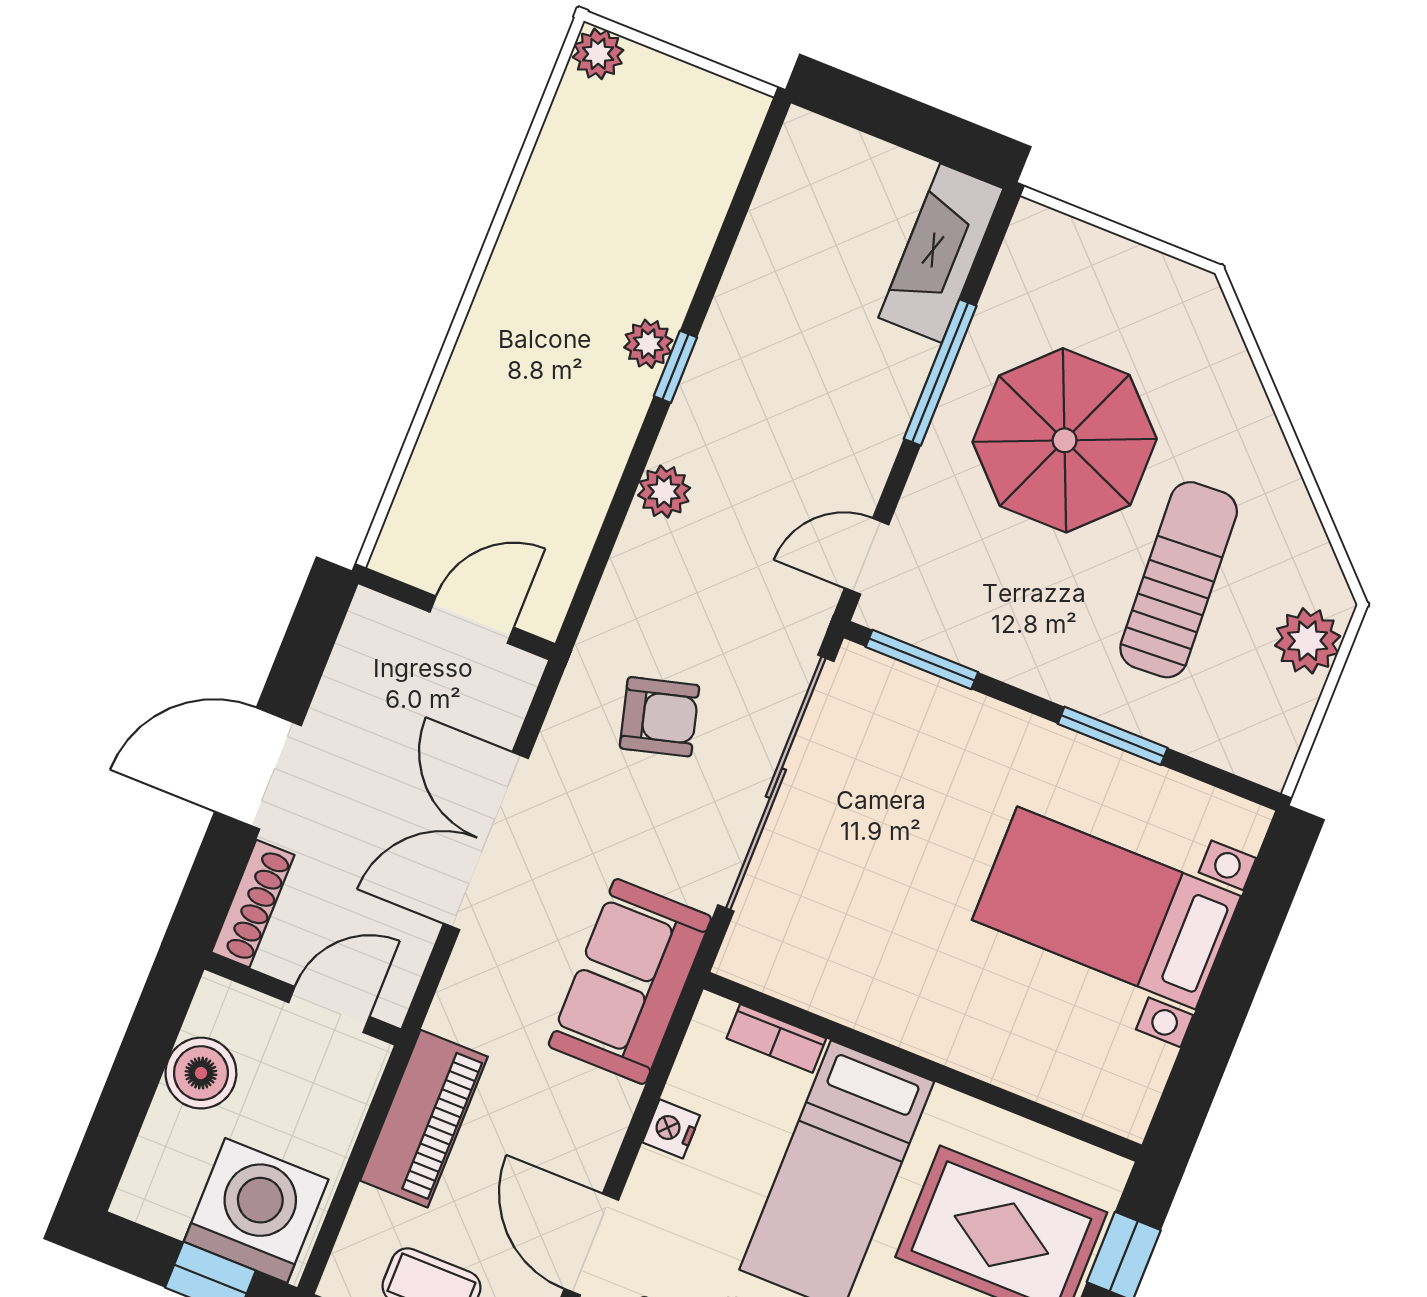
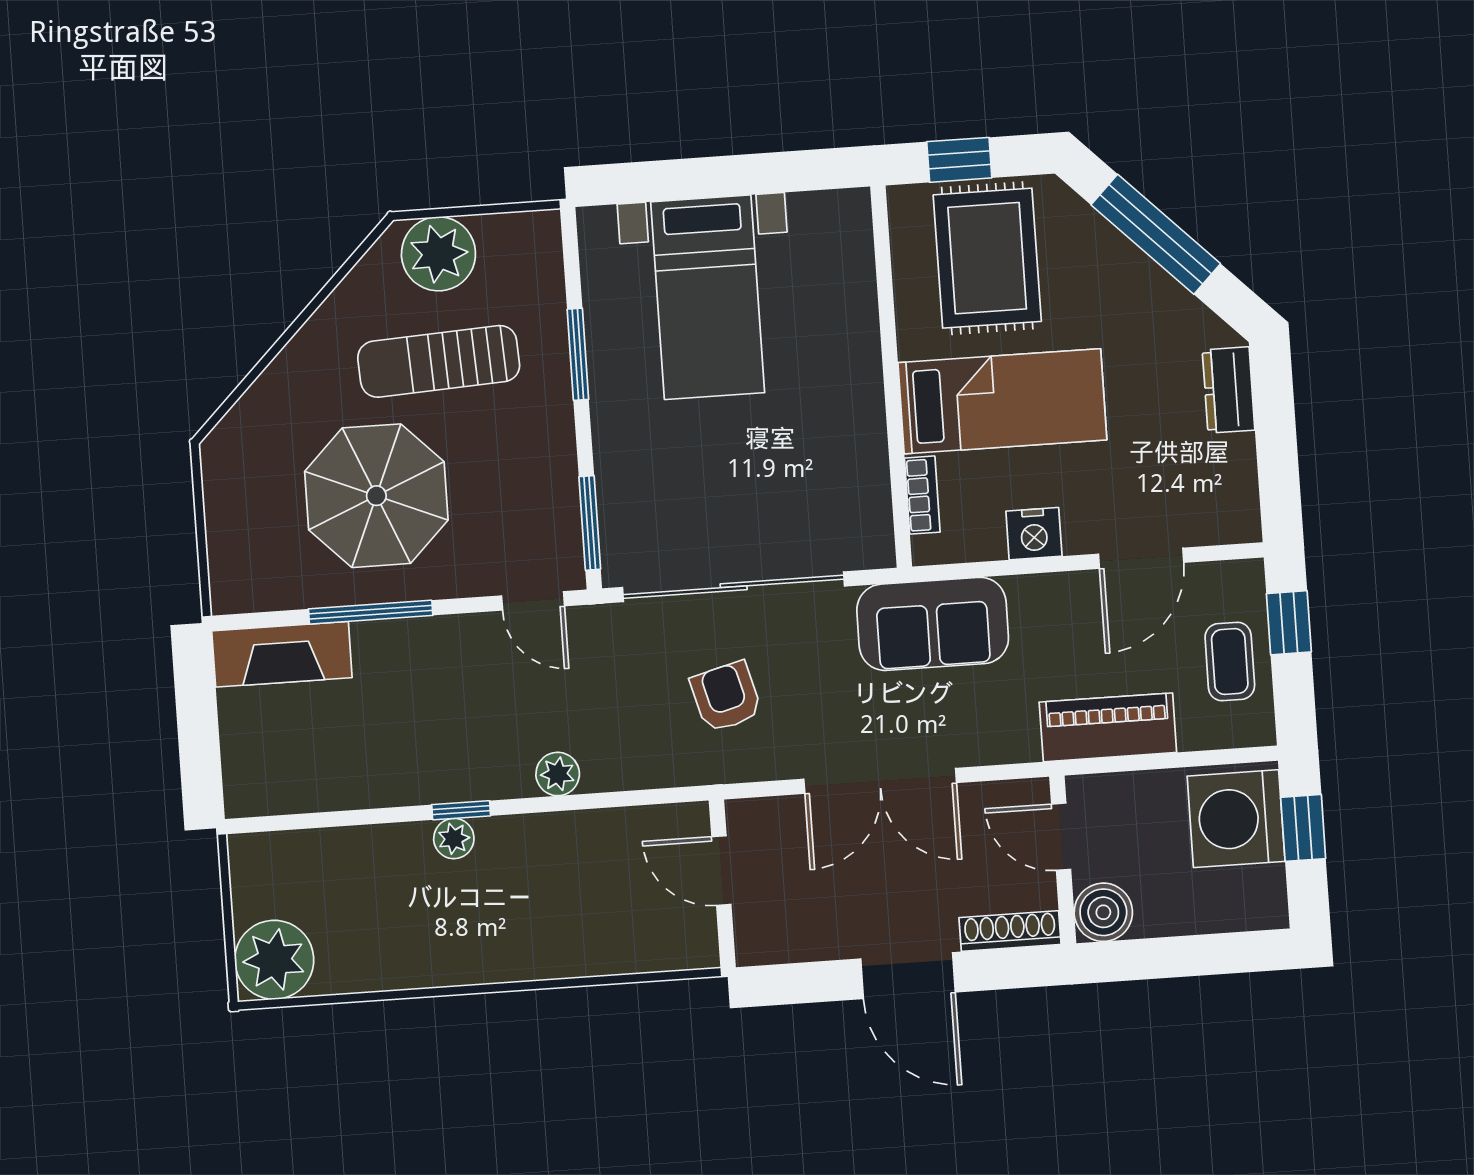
plant: (598, 54) -> (274, 960), width x1.88, depth x1.88
plant: (1308, 641) -> (438, 254), width x1.36, depth x1.36
boiler: (201, 1073) -> (1103, 912), moved
nightstand: (671, 1129) -> (1034, 534), width x1.39, depth x1.35

